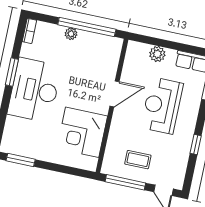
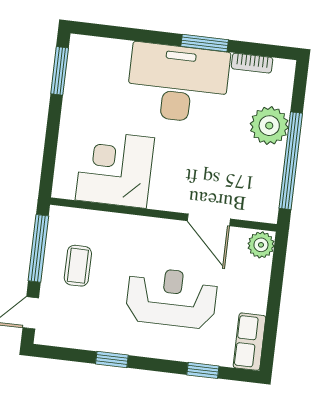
bookcase: (29, 31) -> (252, 63), moved
plant: (71, 34) -> (269, 126), width x1.88, depth x1.88
plant: (157, 54) -> (261, 245), moved
door: (114, 94) -> (209, 220), moved

